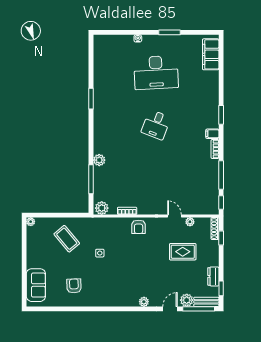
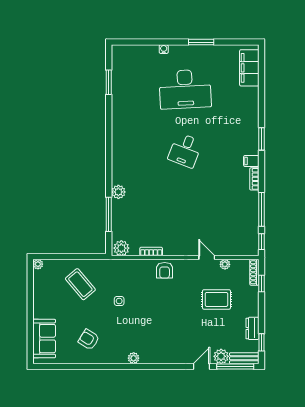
window: (91, 99) -> (109, 82), moved
armchair: (74, 286) -> (89, 340), turned -56
plant: (144, 302) -> (134, 358), moved

